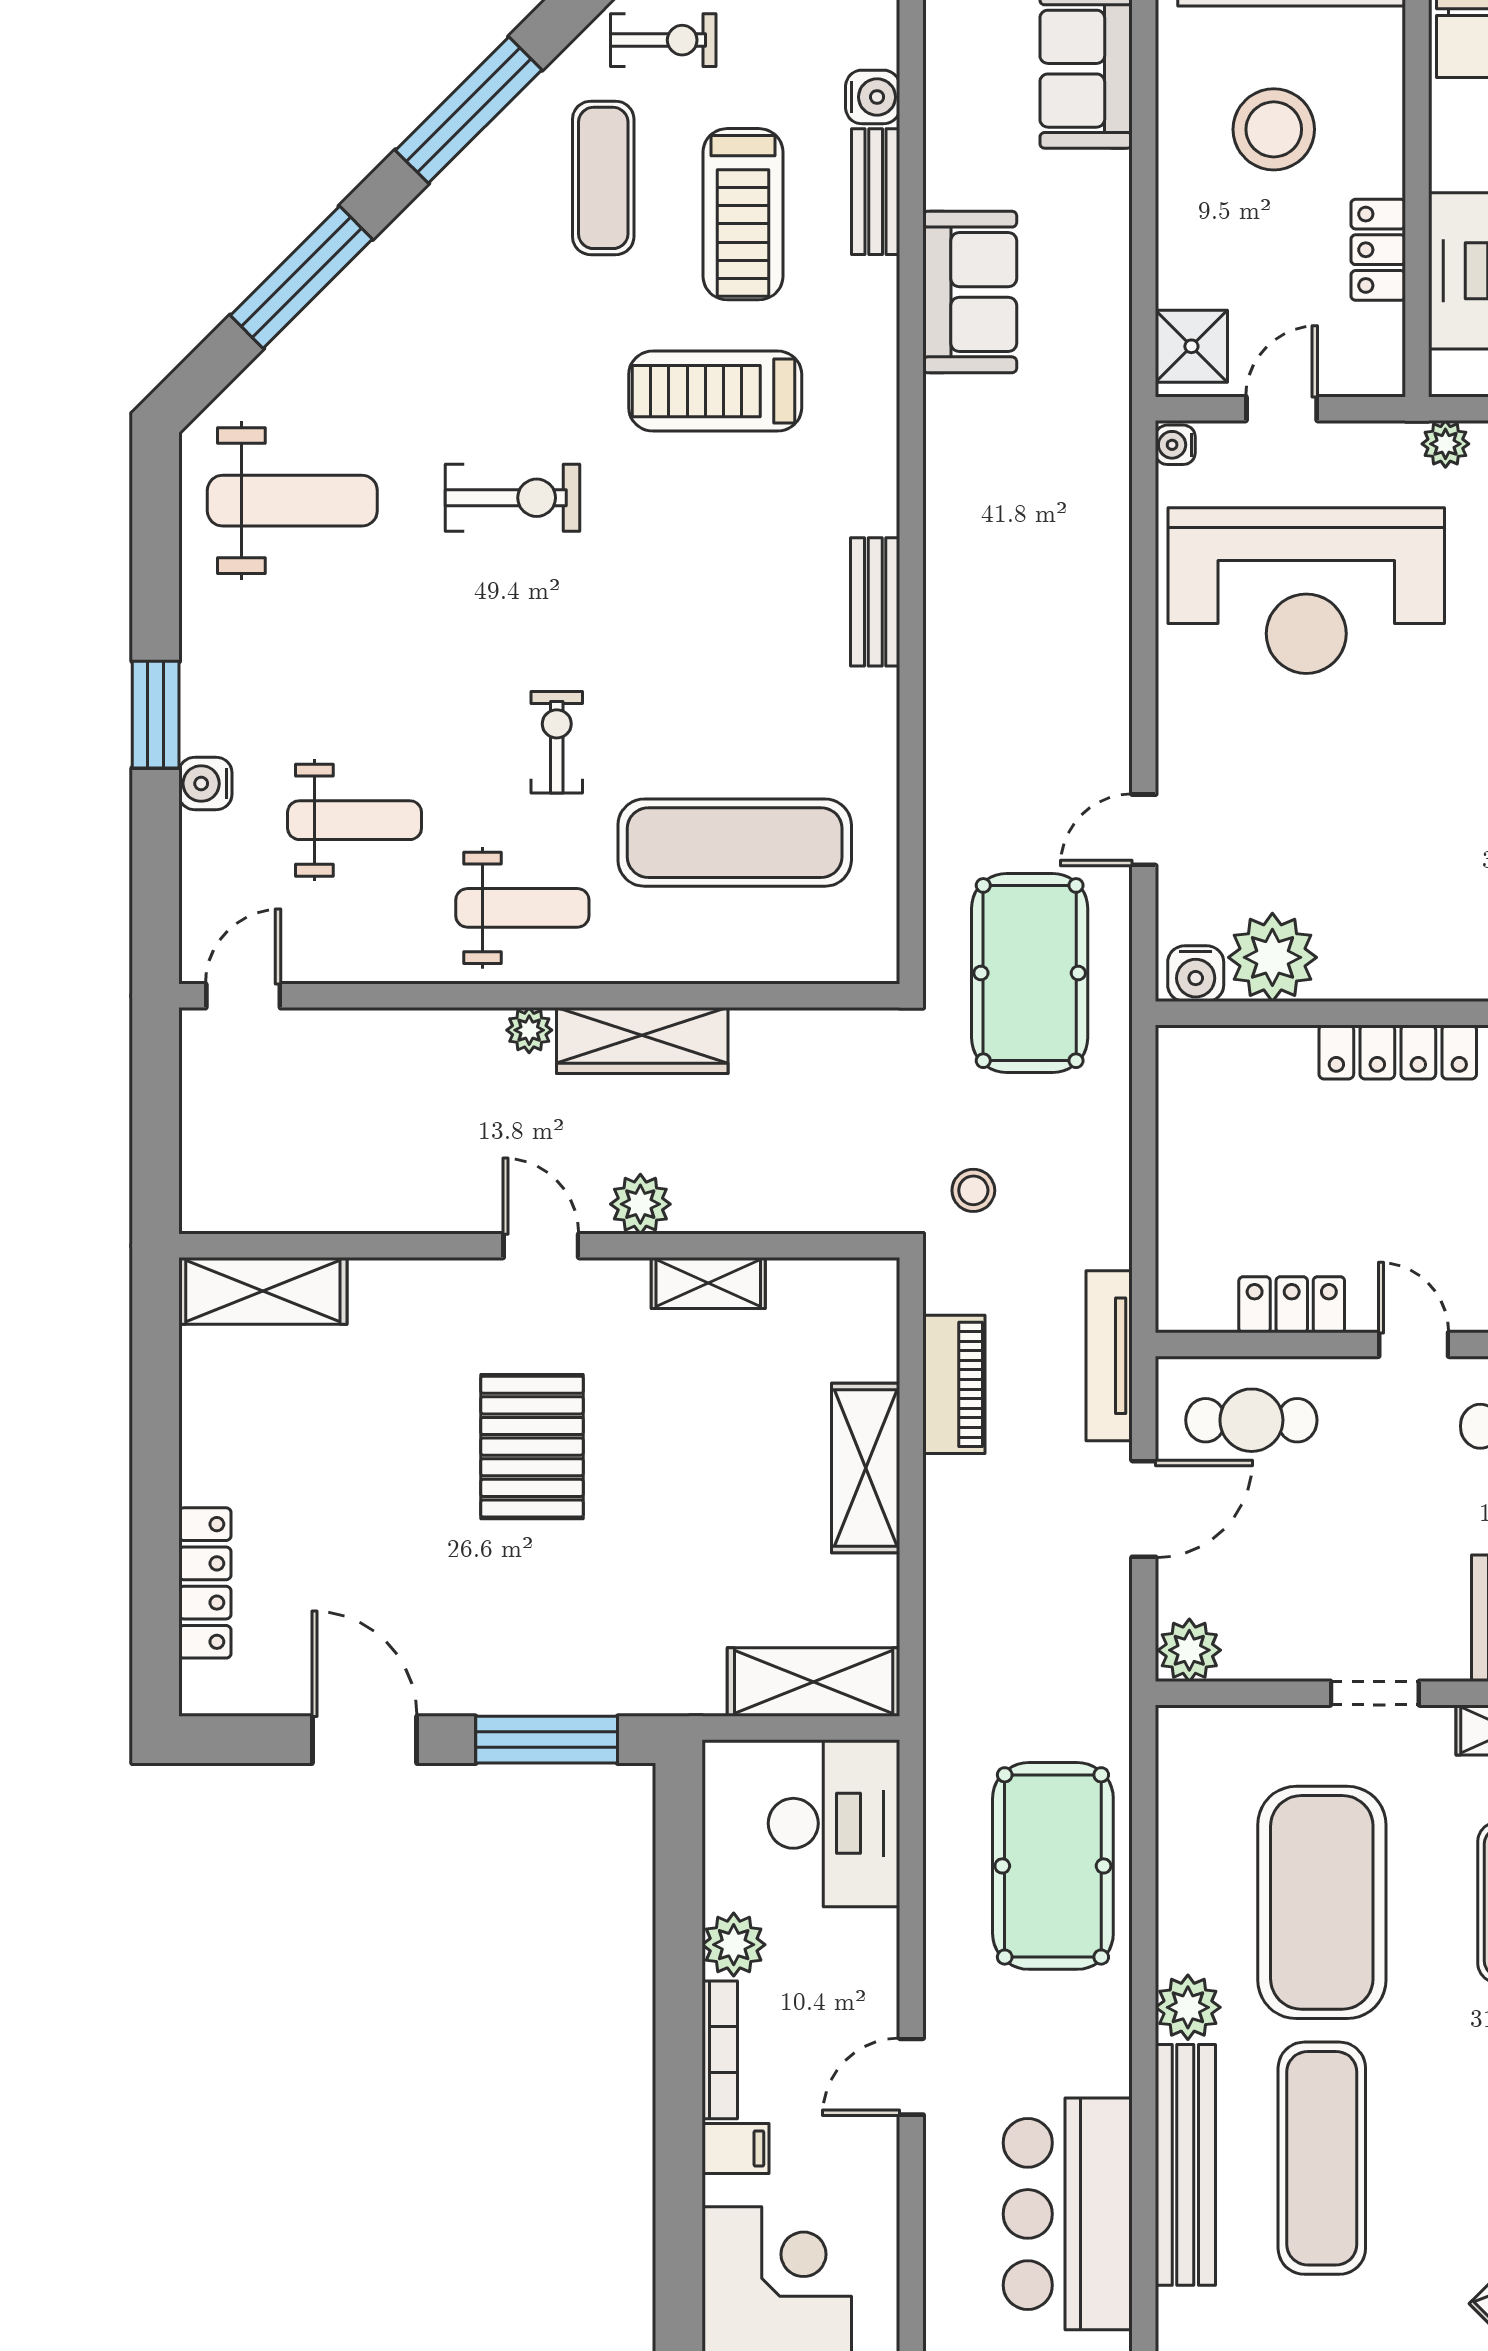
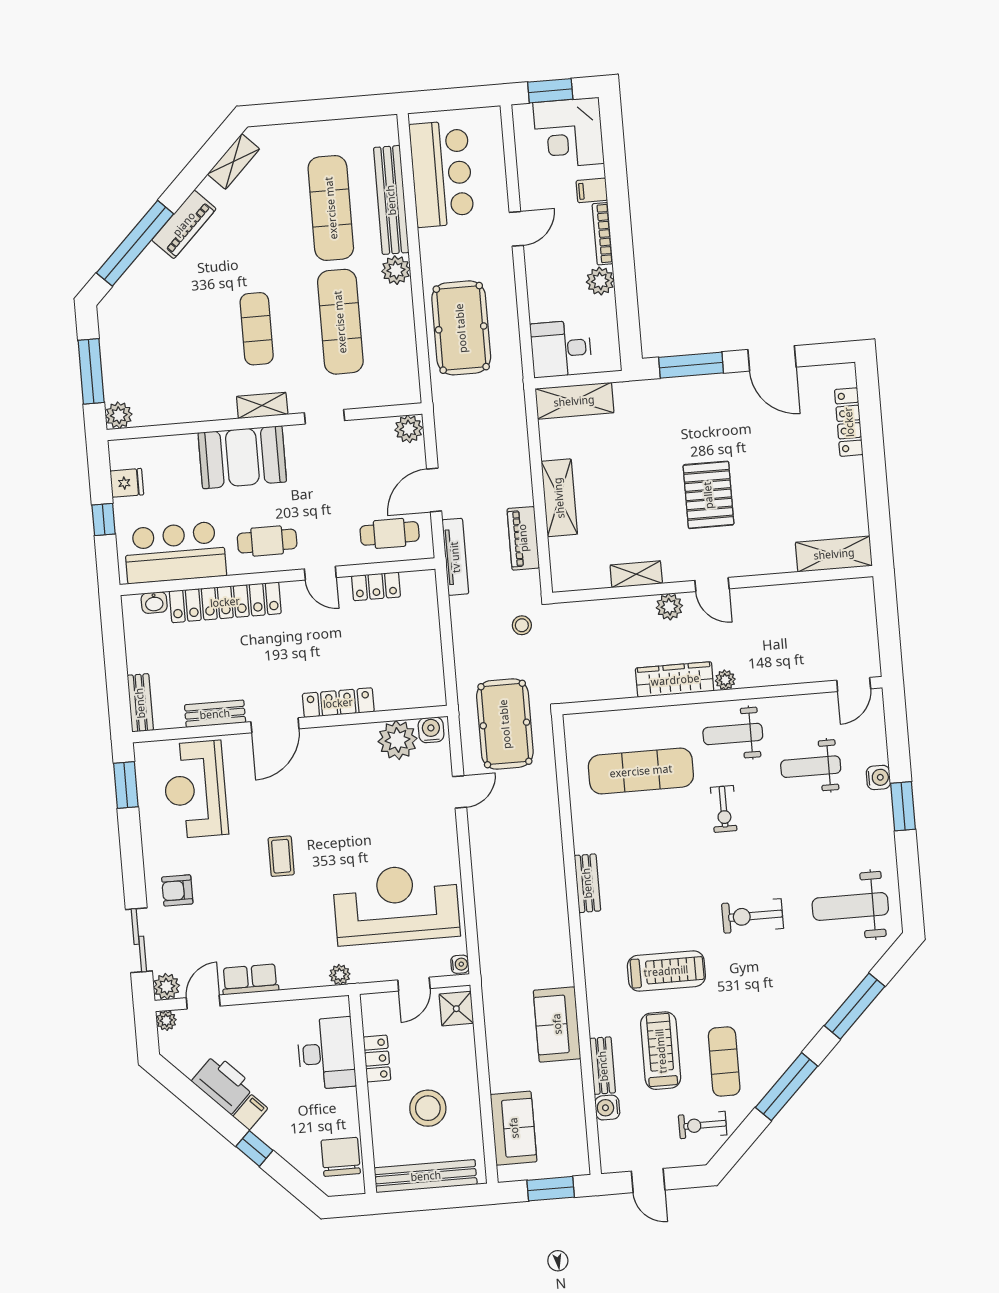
desk: (834, 1823) -> (561, 349), width x0.73
exercise mat: (1322, 1902) -> (340, 322), width x0.68

